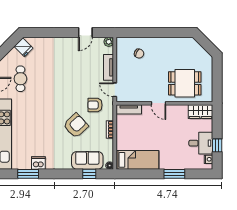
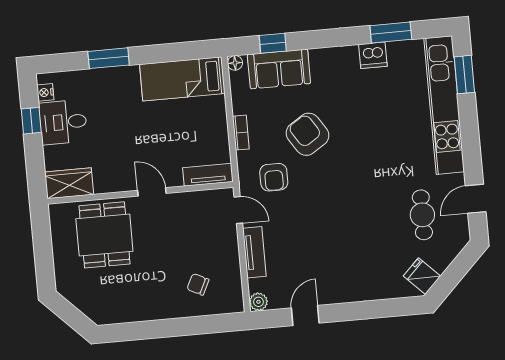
dining table: (185, 83) -> (104, 235), turned 90
armchair: (95, 105) -> (274, 177), turned 90
armchair: (76, 126) -> (307, 134), turned 100

